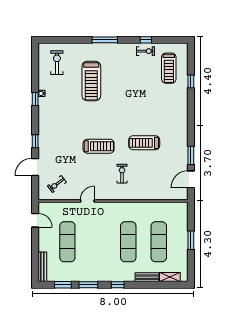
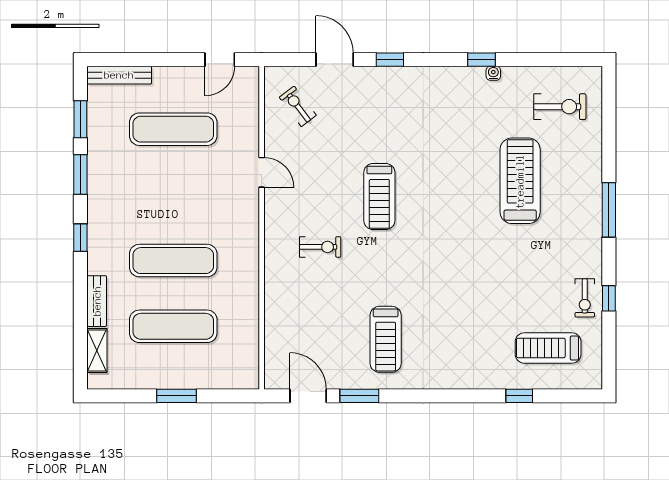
treadmill: (91, 81) -> (520, 181), turned 90
treadmill: (144, 143) -> (386, 339), moved, turned 180

